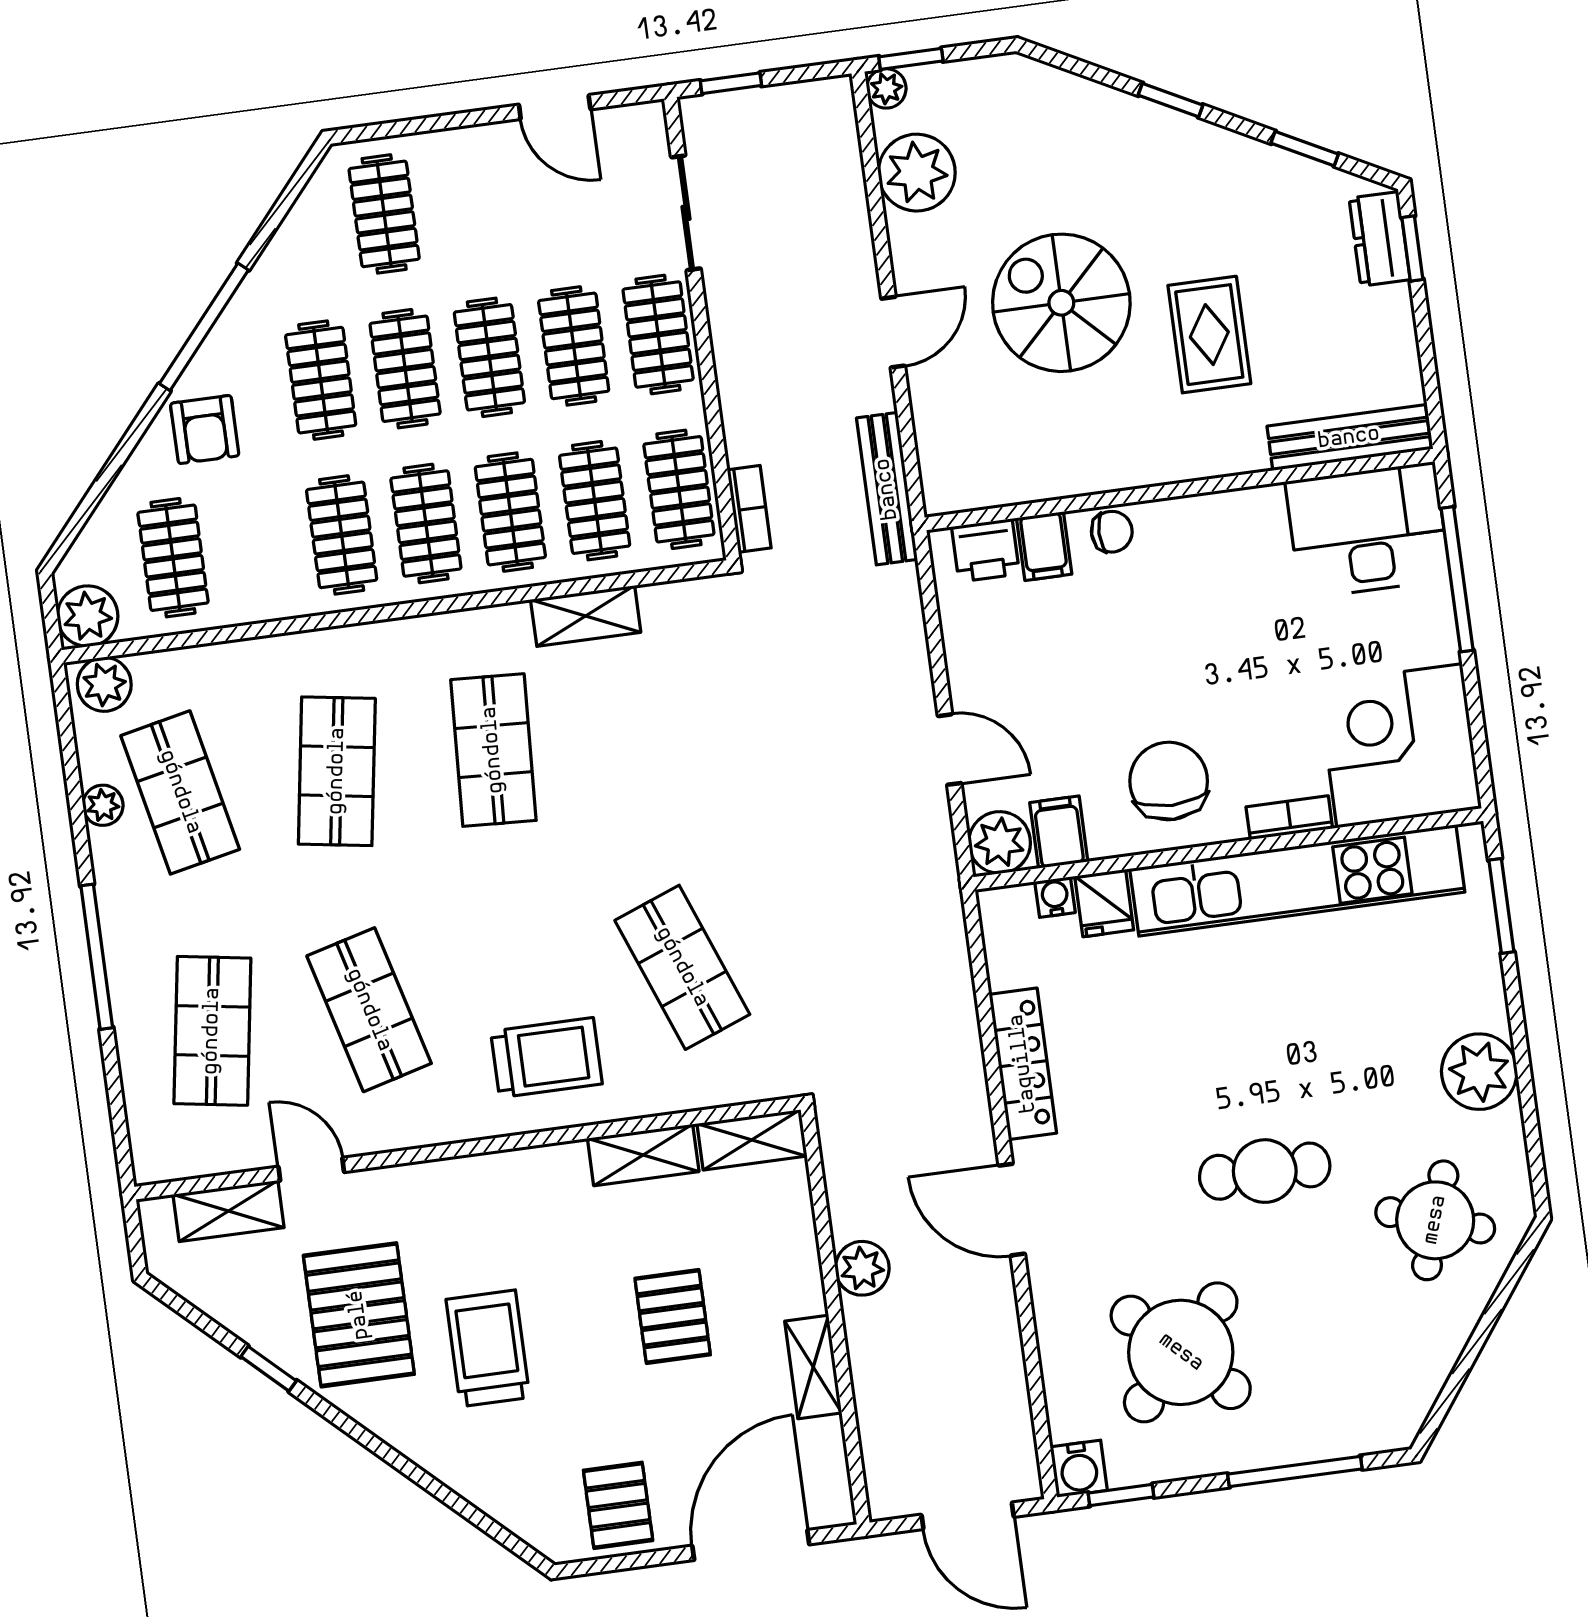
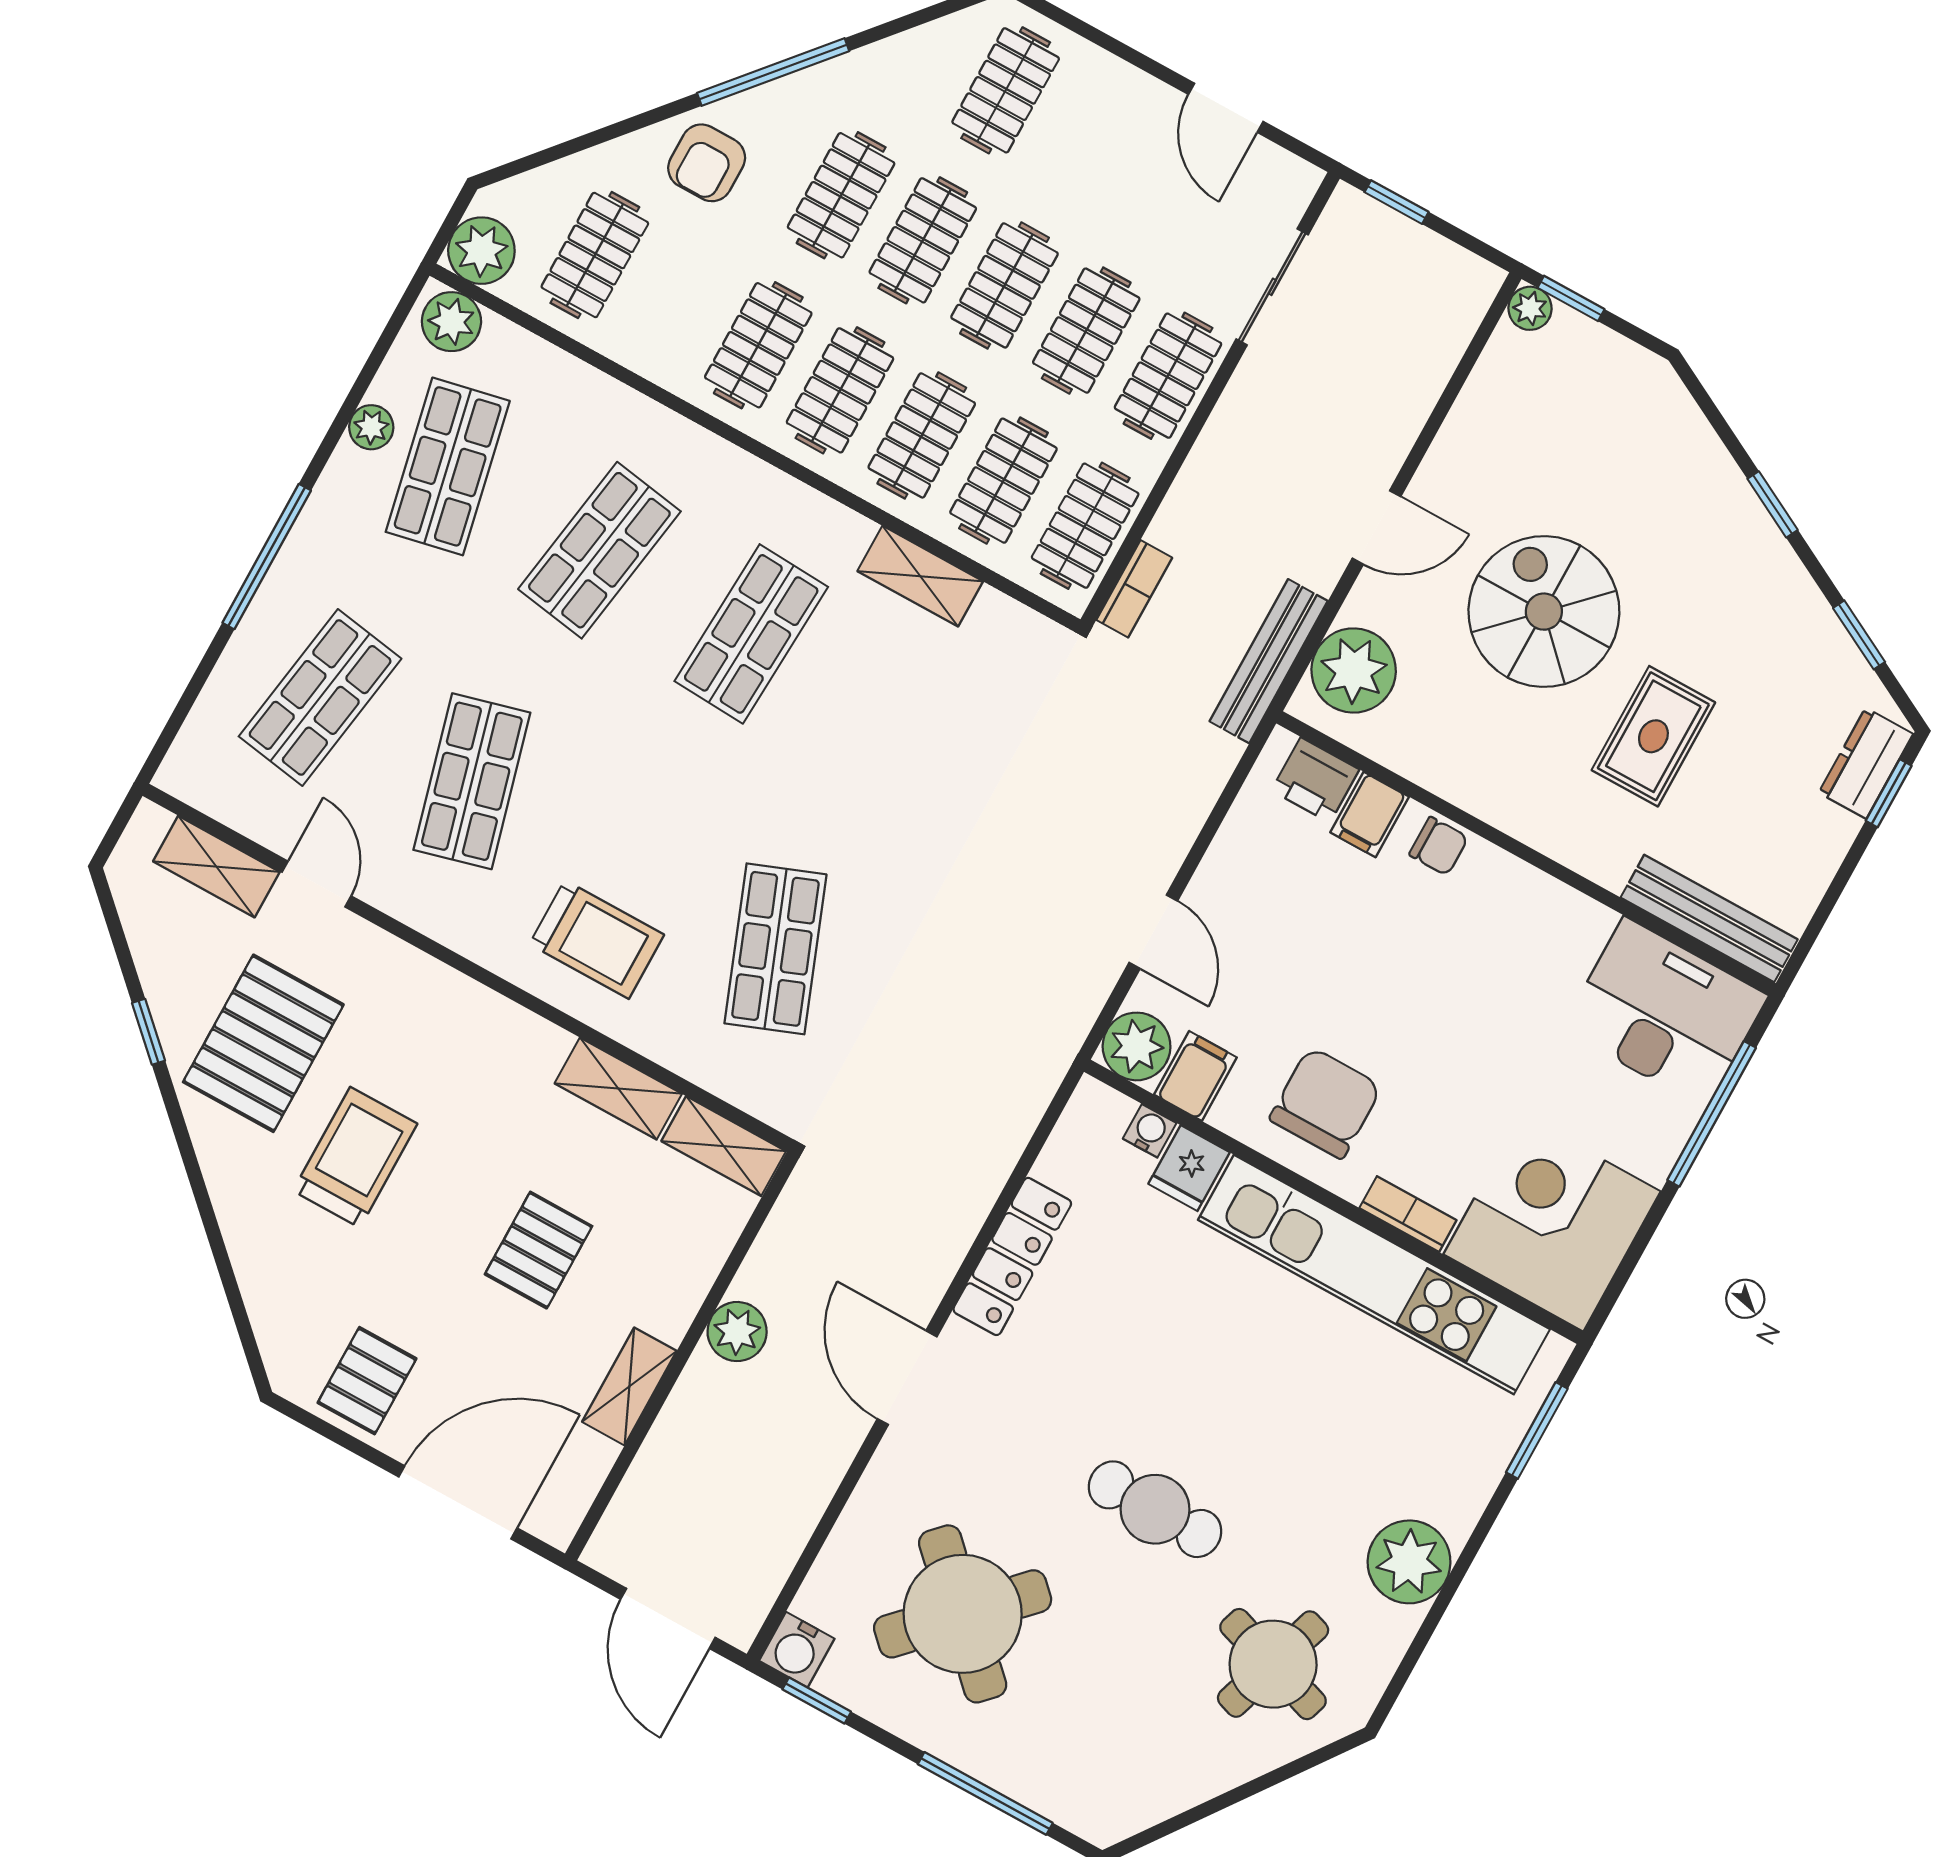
plant: (917, 173) -> (1354, 670), moved

